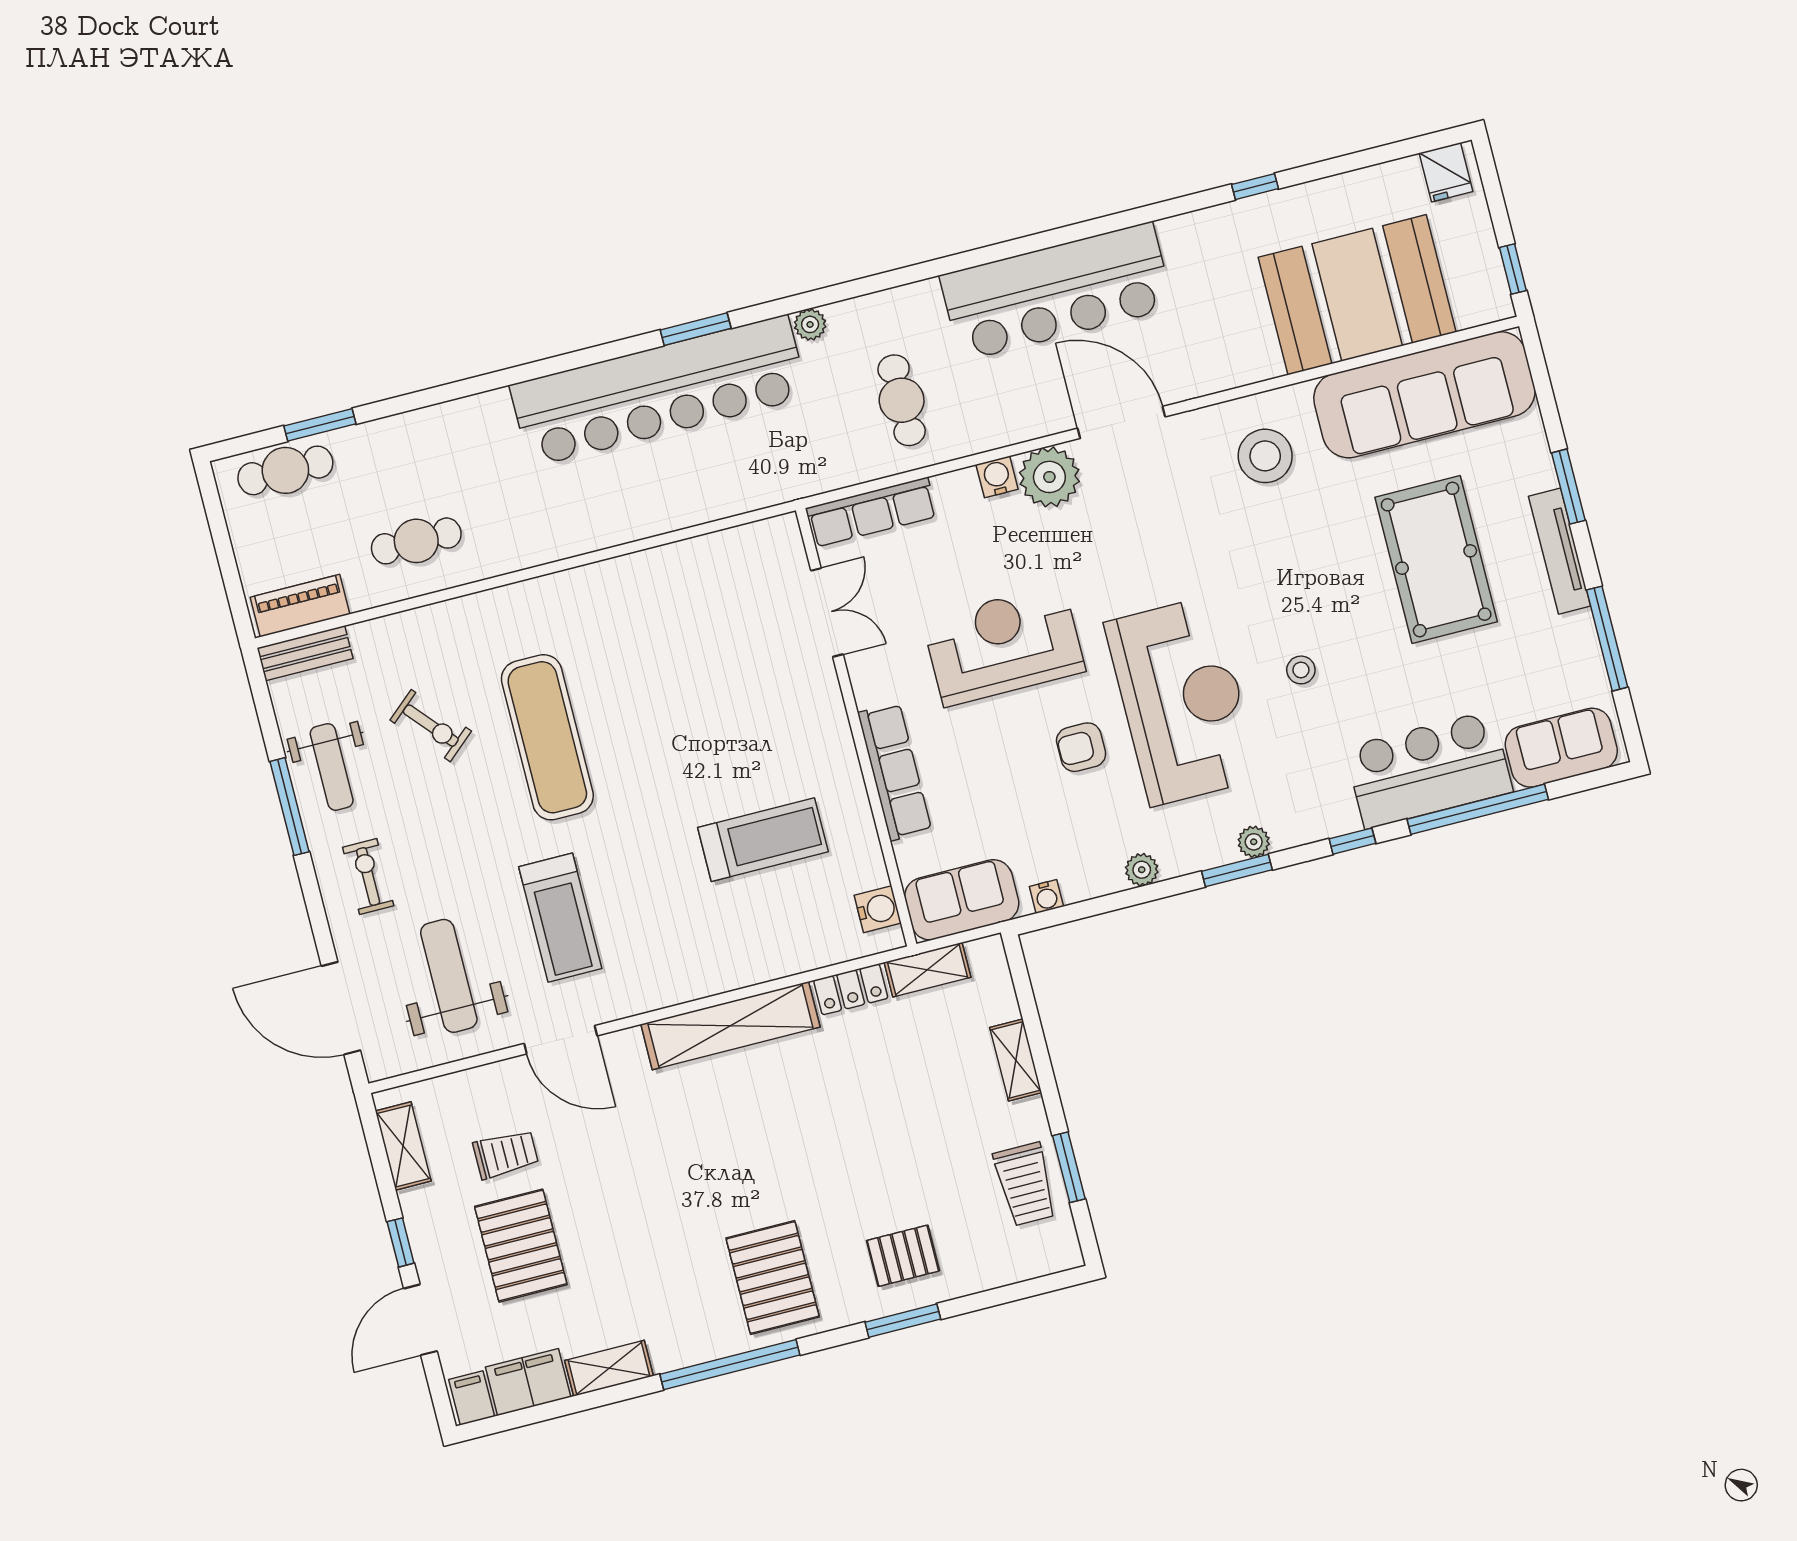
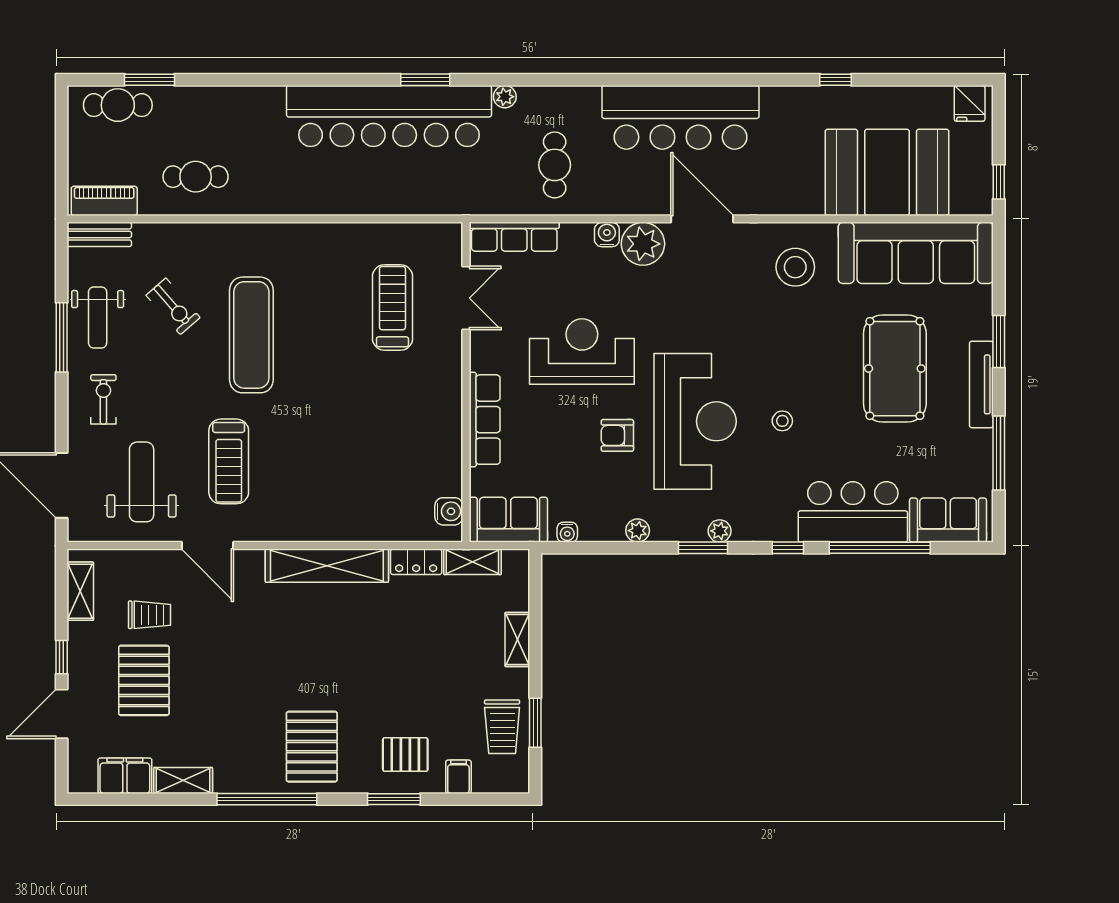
treadmill: (763, 840) -> (392, 308), moved, turned -90
filing cabinet: (472, 1398) -> (458, 777), moved

